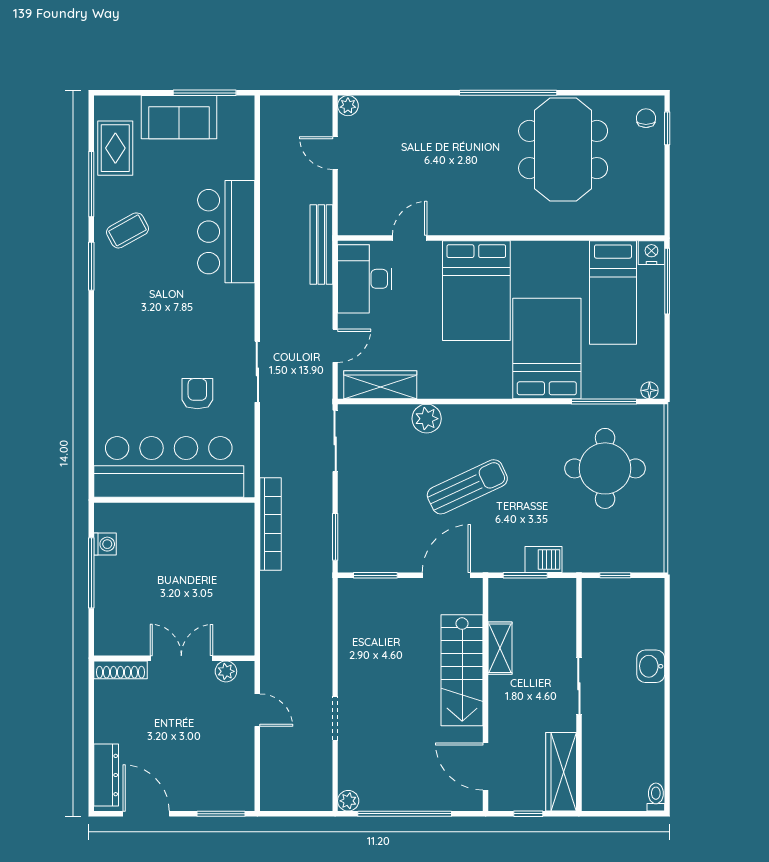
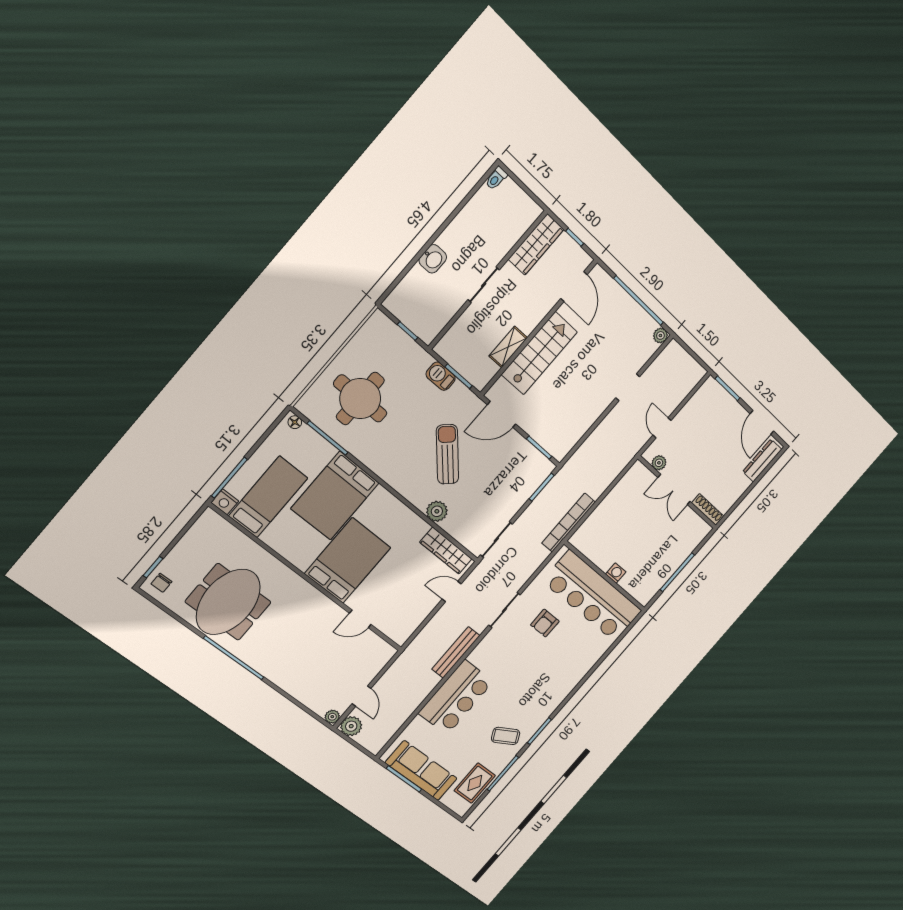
plant: (318, 110) -> (351, 726), added
sofa: (179, 117) -> (421, 771), width x1.36
bench: (321, 244) -> (456, 652), moved
desk: (365, 279) -> (404, 615), removed
sun lounger: (467, 487) -> (447, 454), turned 72
washing machine: (105, 544) -> (616, 573), moved, turned 90

